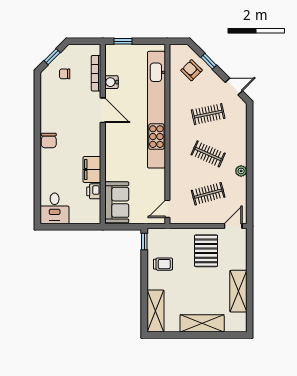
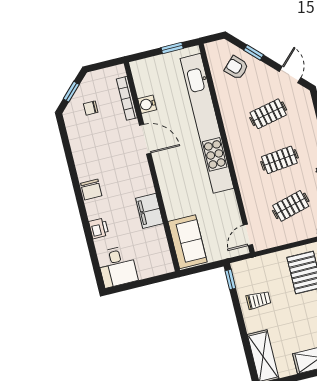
window: (123, 41) -> (172, 48), moved
door: (234, 87) -> (290, 75), hinge flipped
clothes rail: (208, 154) -> (279, 160), turned -30
printer: (94, 191) -> (99, 228), moved, turned 180

